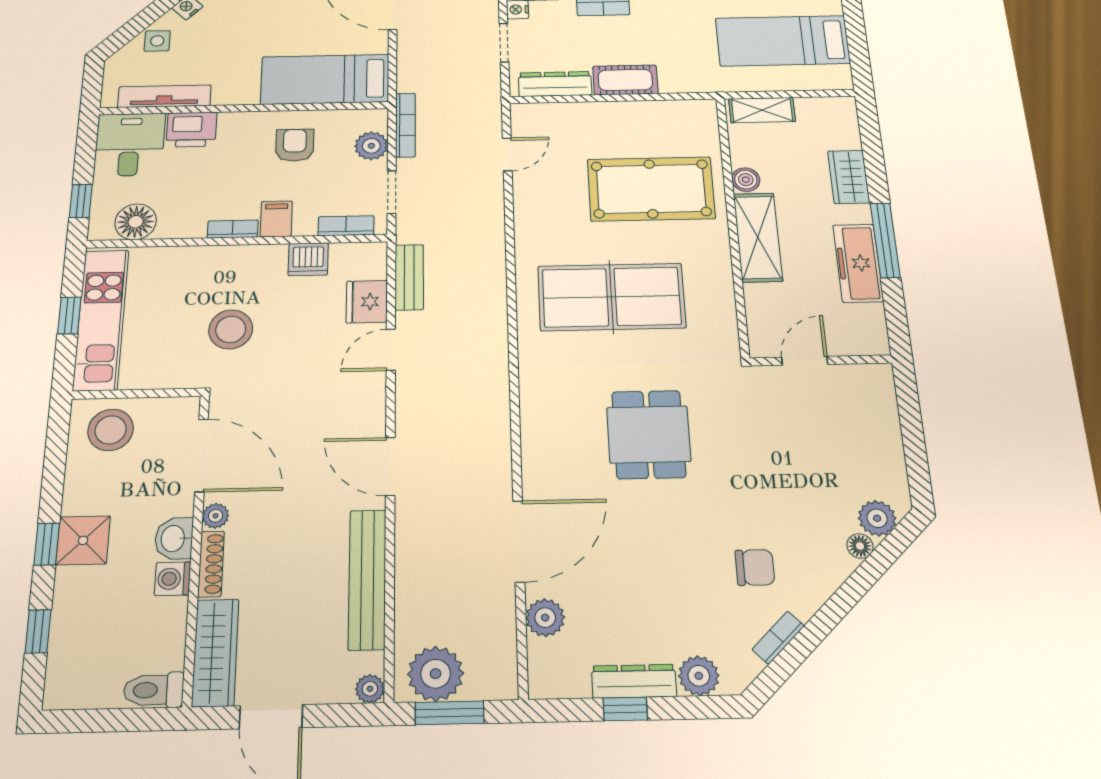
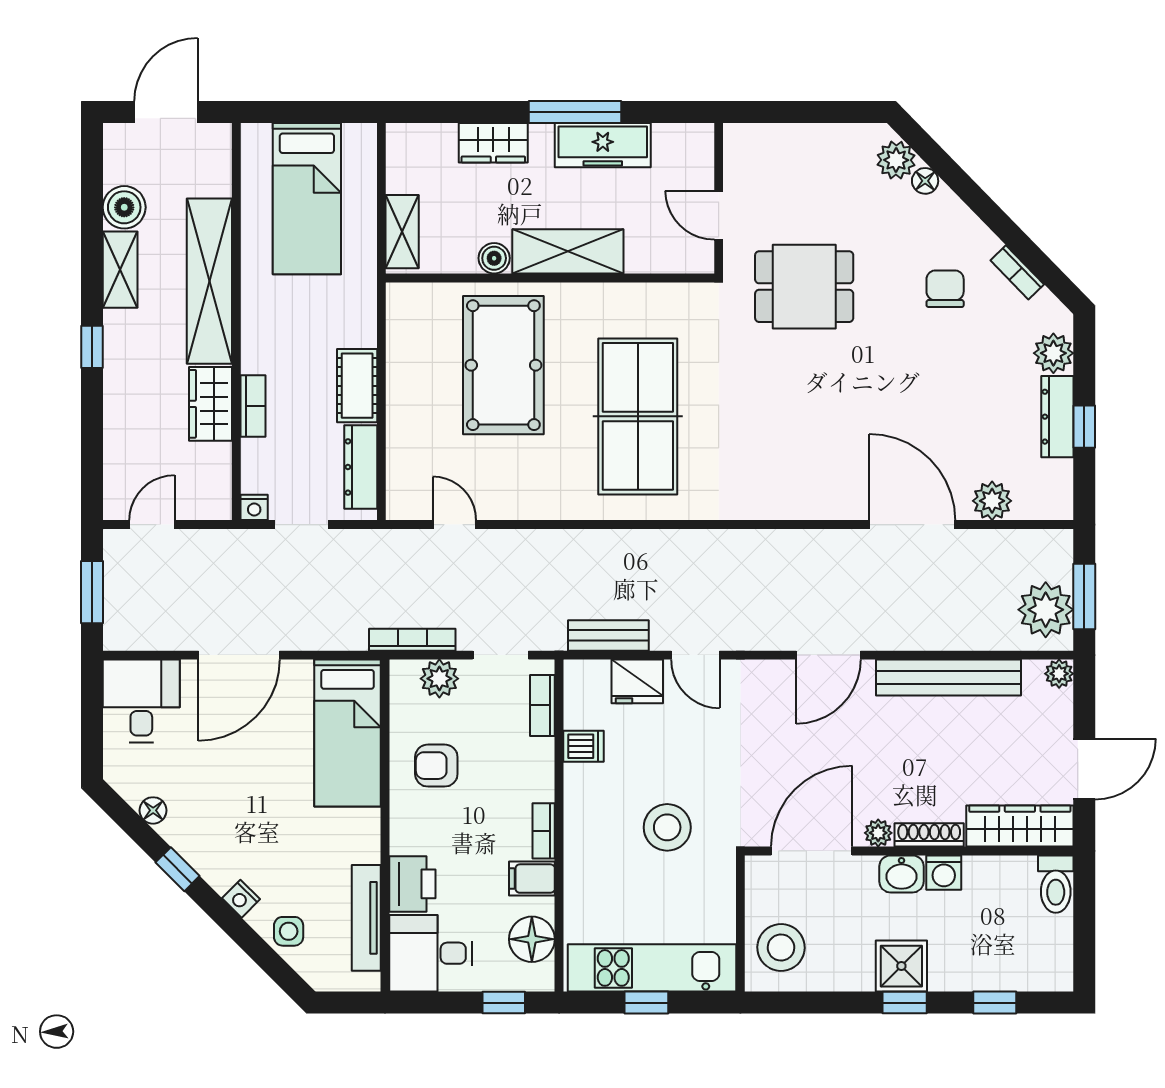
filing cabinet: (276, 219) -> (532, 879), moved
dishwasher: (308, 259) -> (584, 746), width x0.73
dining table: (649, 434) -> (804, 287), moved

